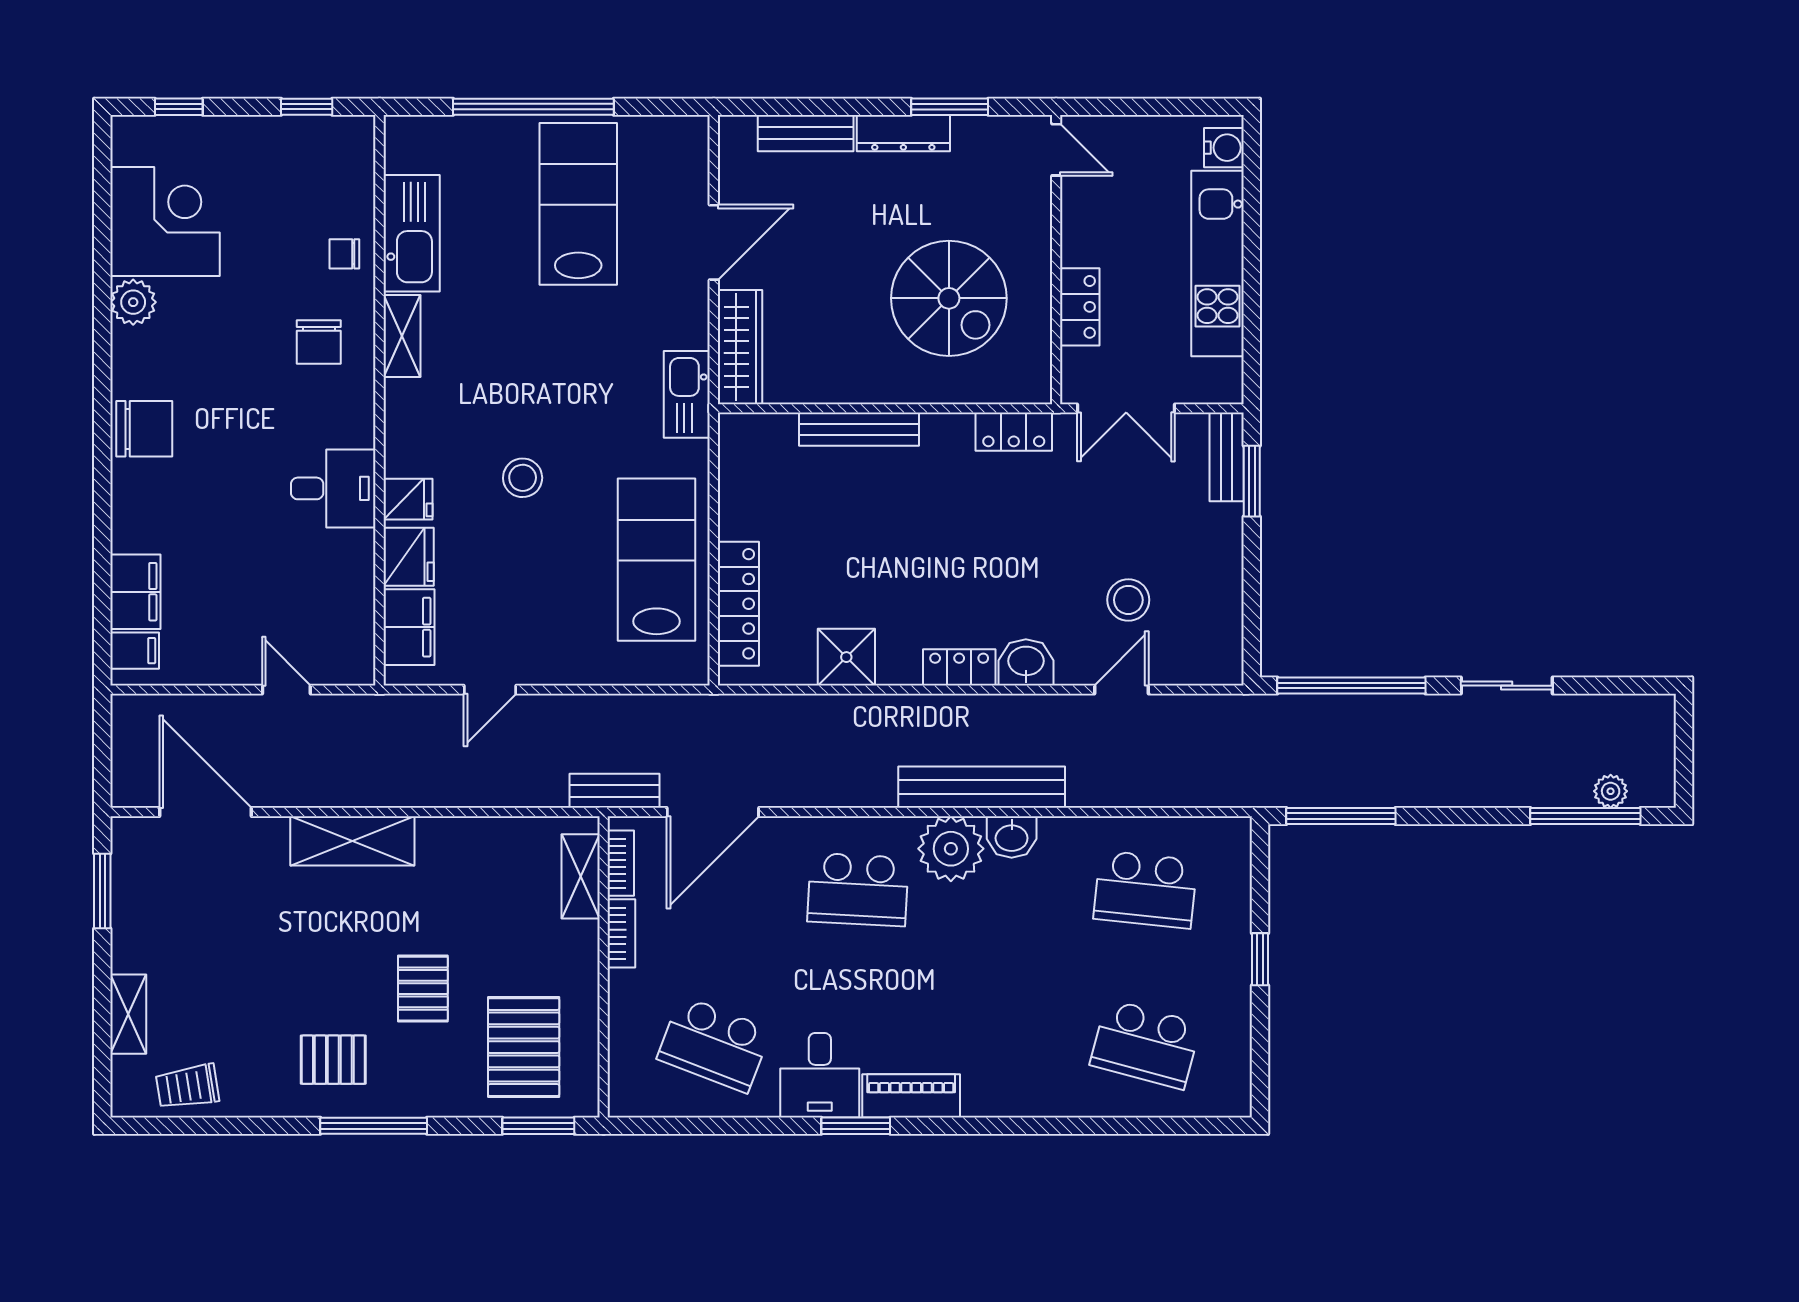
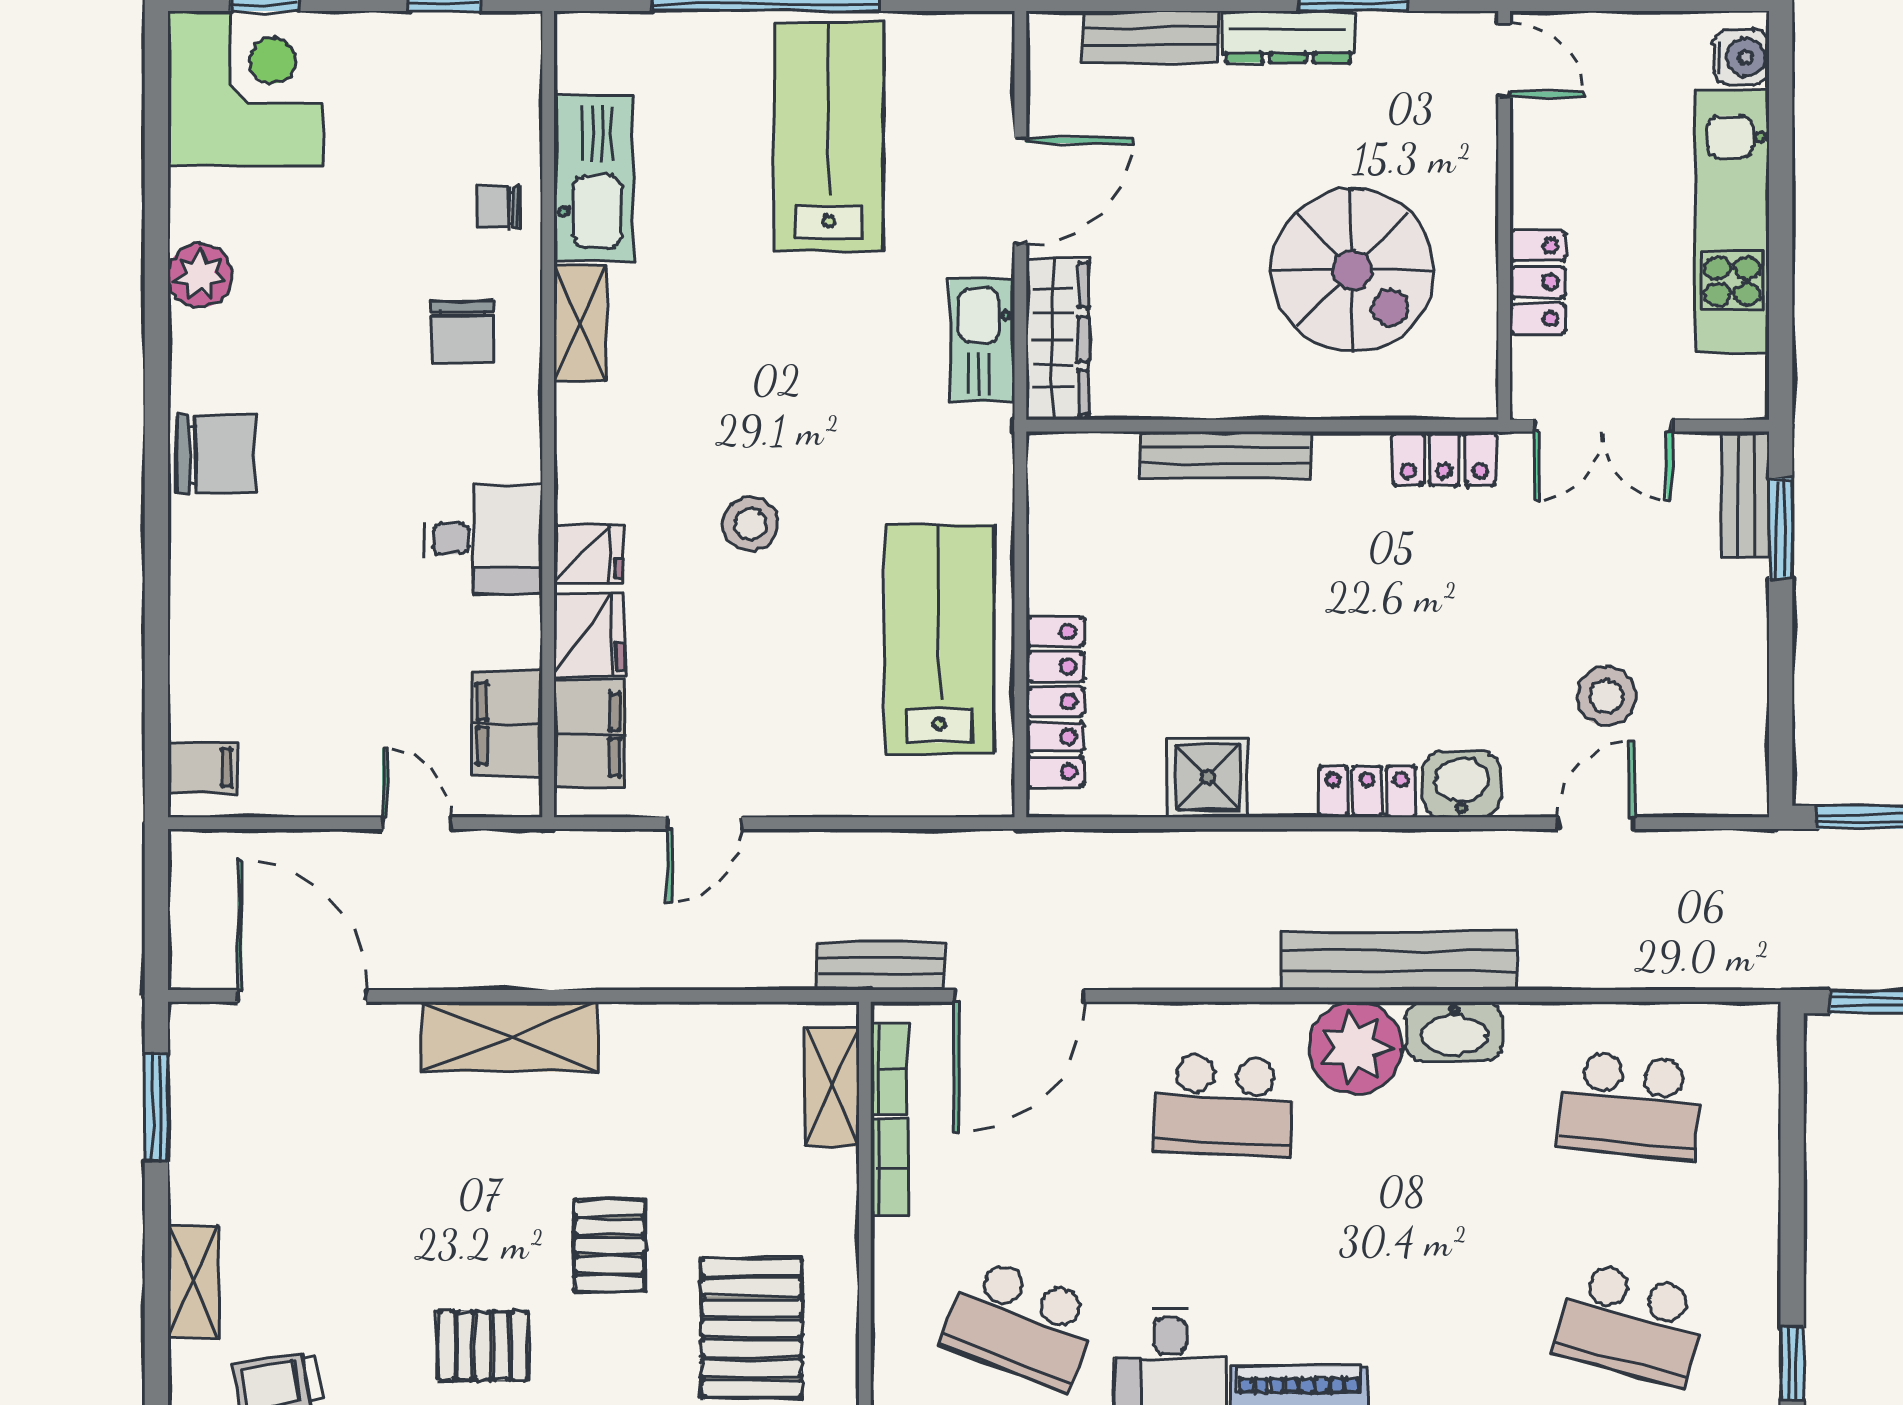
corner desk: (165, 222) -> (245, 88), moved
kitchen sink: (687, 394) -> (982, 340), moved
filing cabinet: (135, 592) -> (507, 724), moved, turned 180
washbasin: (1012, 837) -> (1455, 1031), width x1.38
window: (1260, 959) -> (1792, 1363), moved

